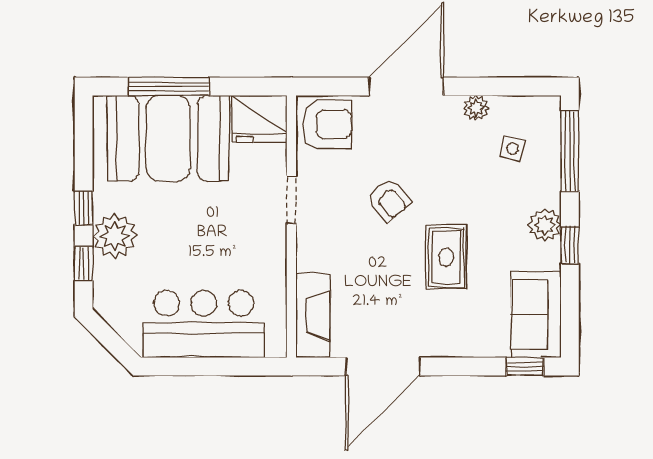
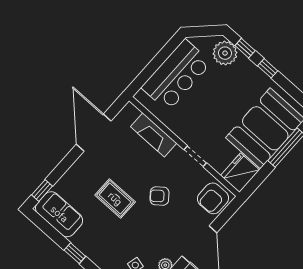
plant: (545, 225) -> (92, 250), removed
plant: (115, 236) -> (225, 53), moved
fireplace: (313, 316) -> (154, 135), moved

